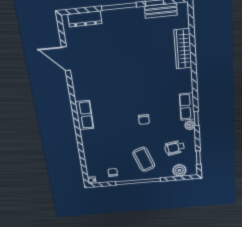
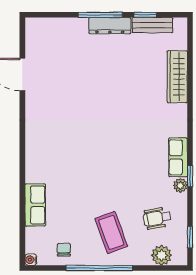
dresser: (85, 19) -> (110, 26), moved
row of seats: (84, 115) -> (35, 205), moved
chair: (144, 119) -> (117, 171), removed

